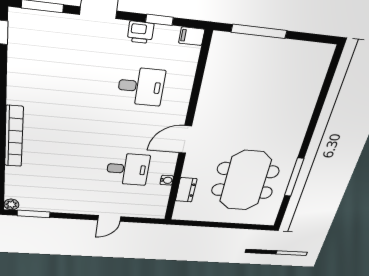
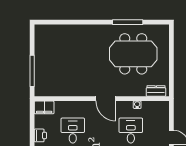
window: (159, 20) -> (32, 126), removed
filing cabinet: (192, 36) -> (44, 107), width x2.00
dresser: (186, 190) -> (156, 91), moved

